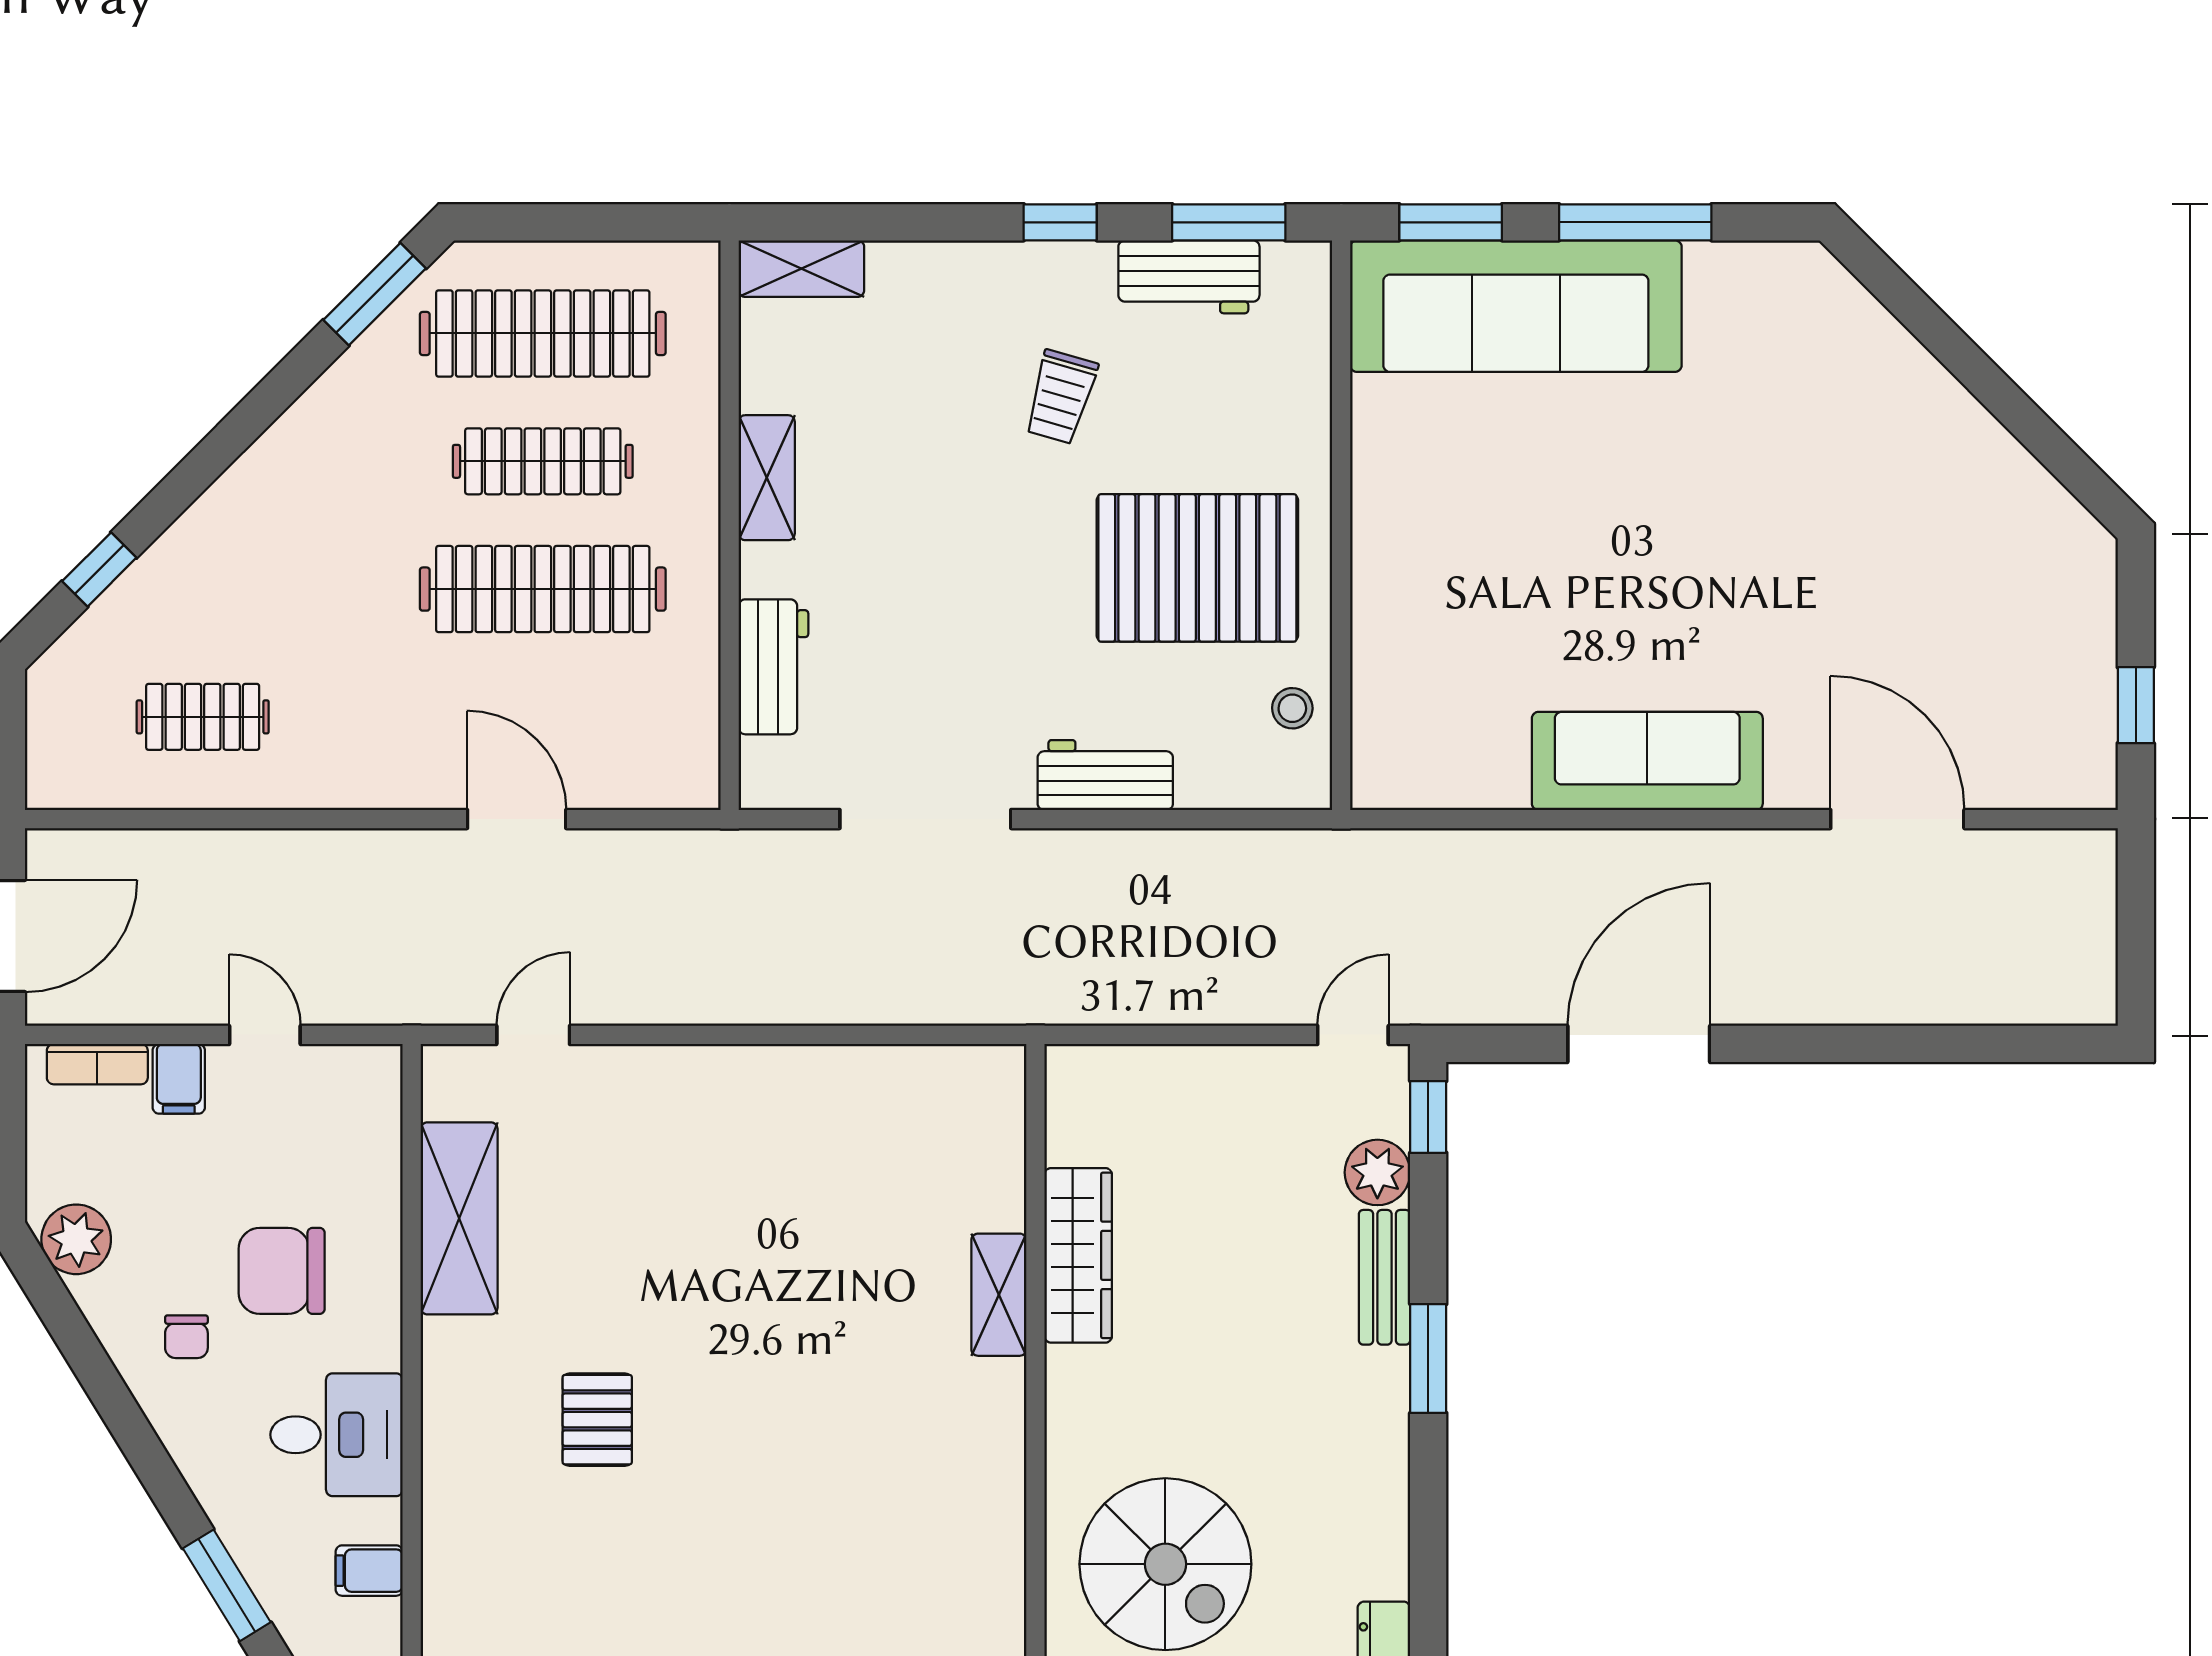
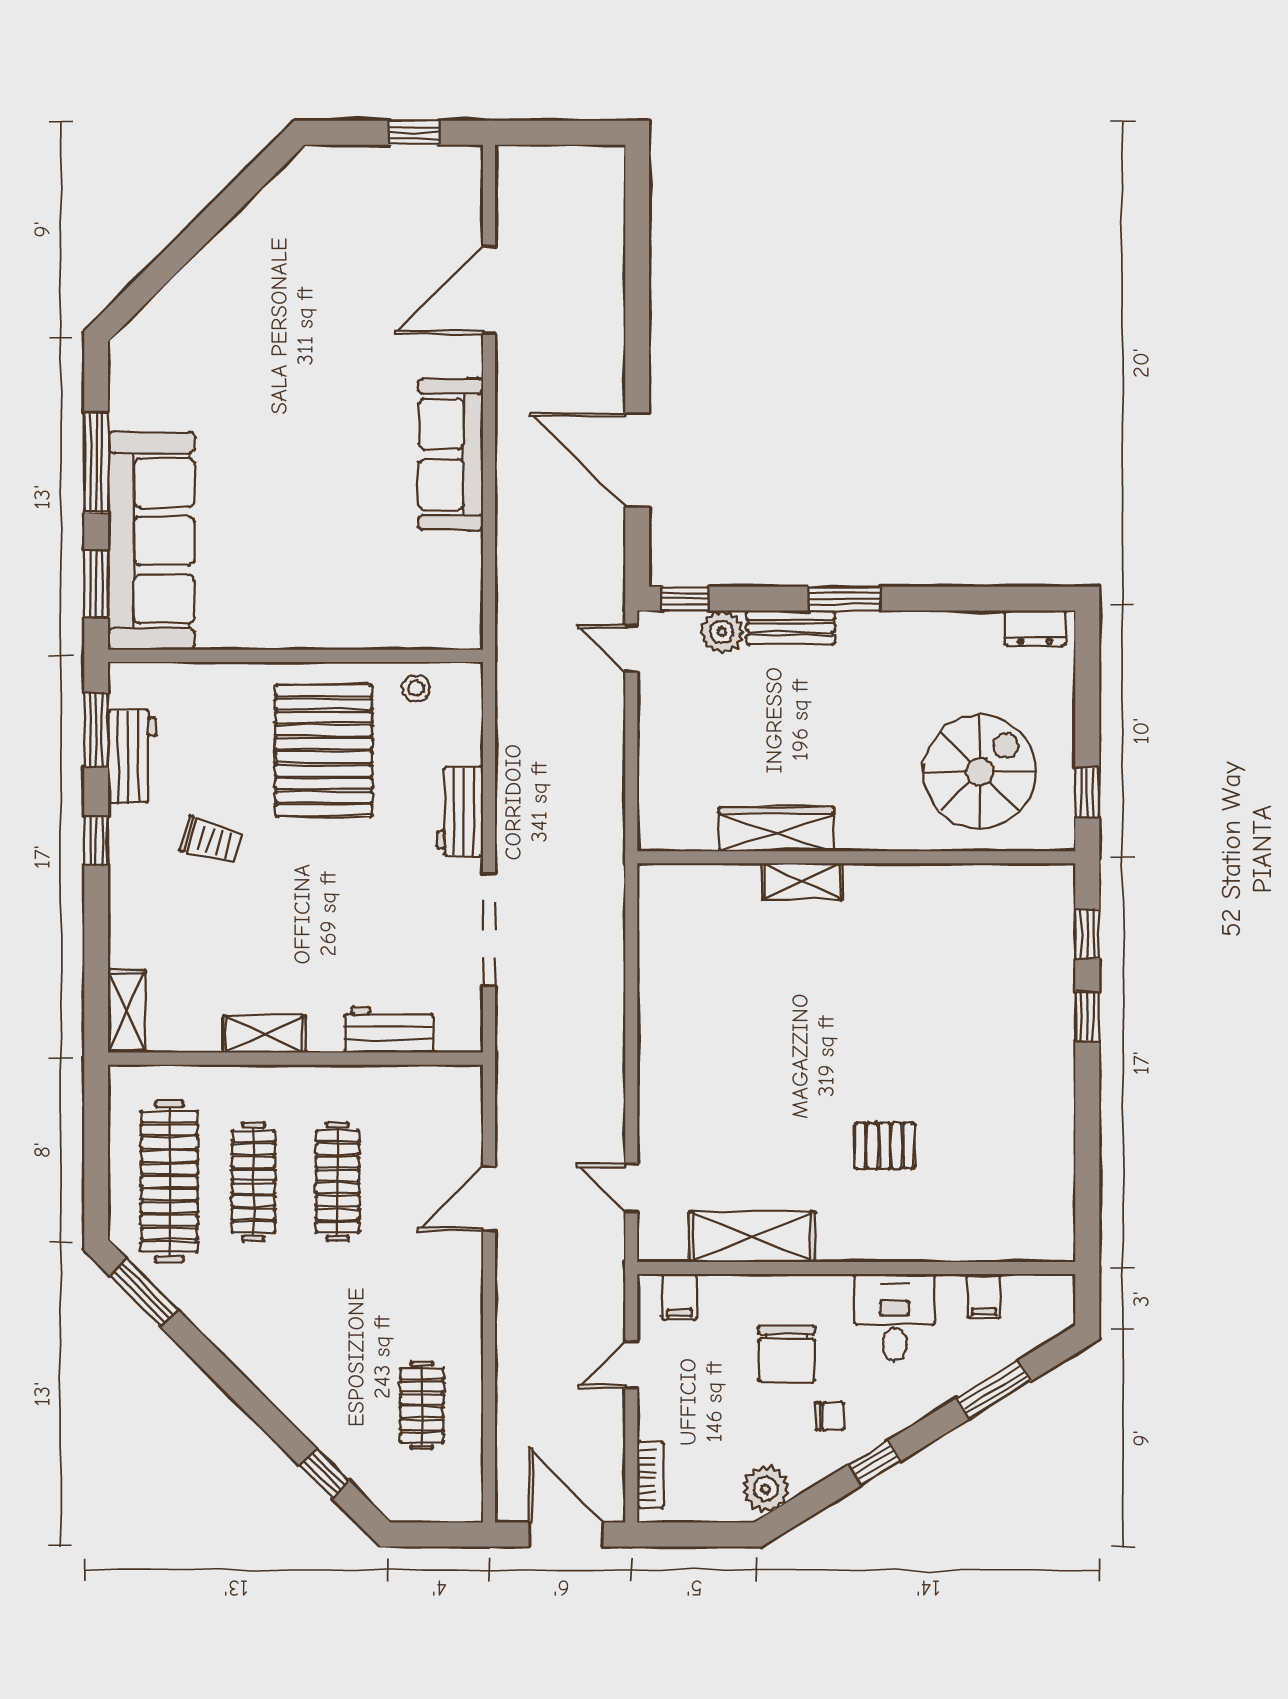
clothes rail: (543, 589) -> (338, 1182), width x0.73, depth x0.76
filing cabinet: (179, 1079) -> (680, 1297), moved, turned 90
window: (116, 1404) -> (874, 1463), added

